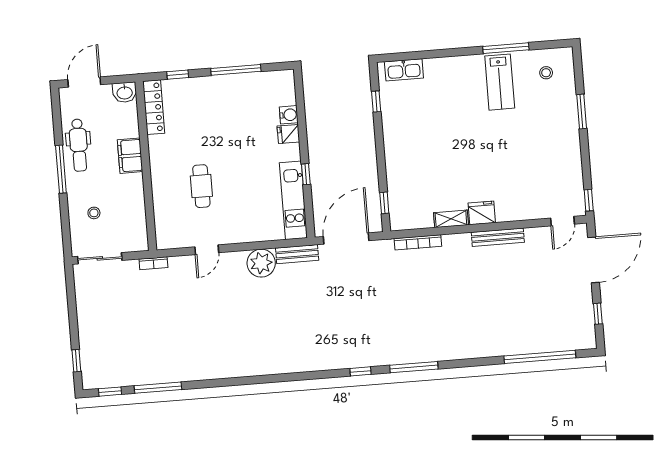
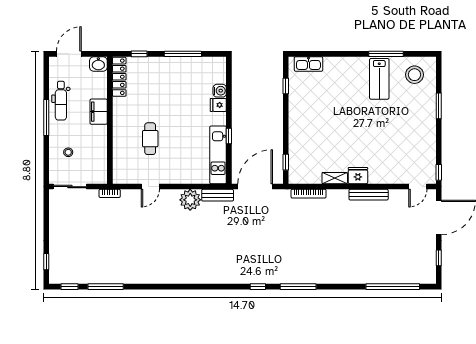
stool: (546, 73) -> (415, 75), width x1.89, depth x1.89

